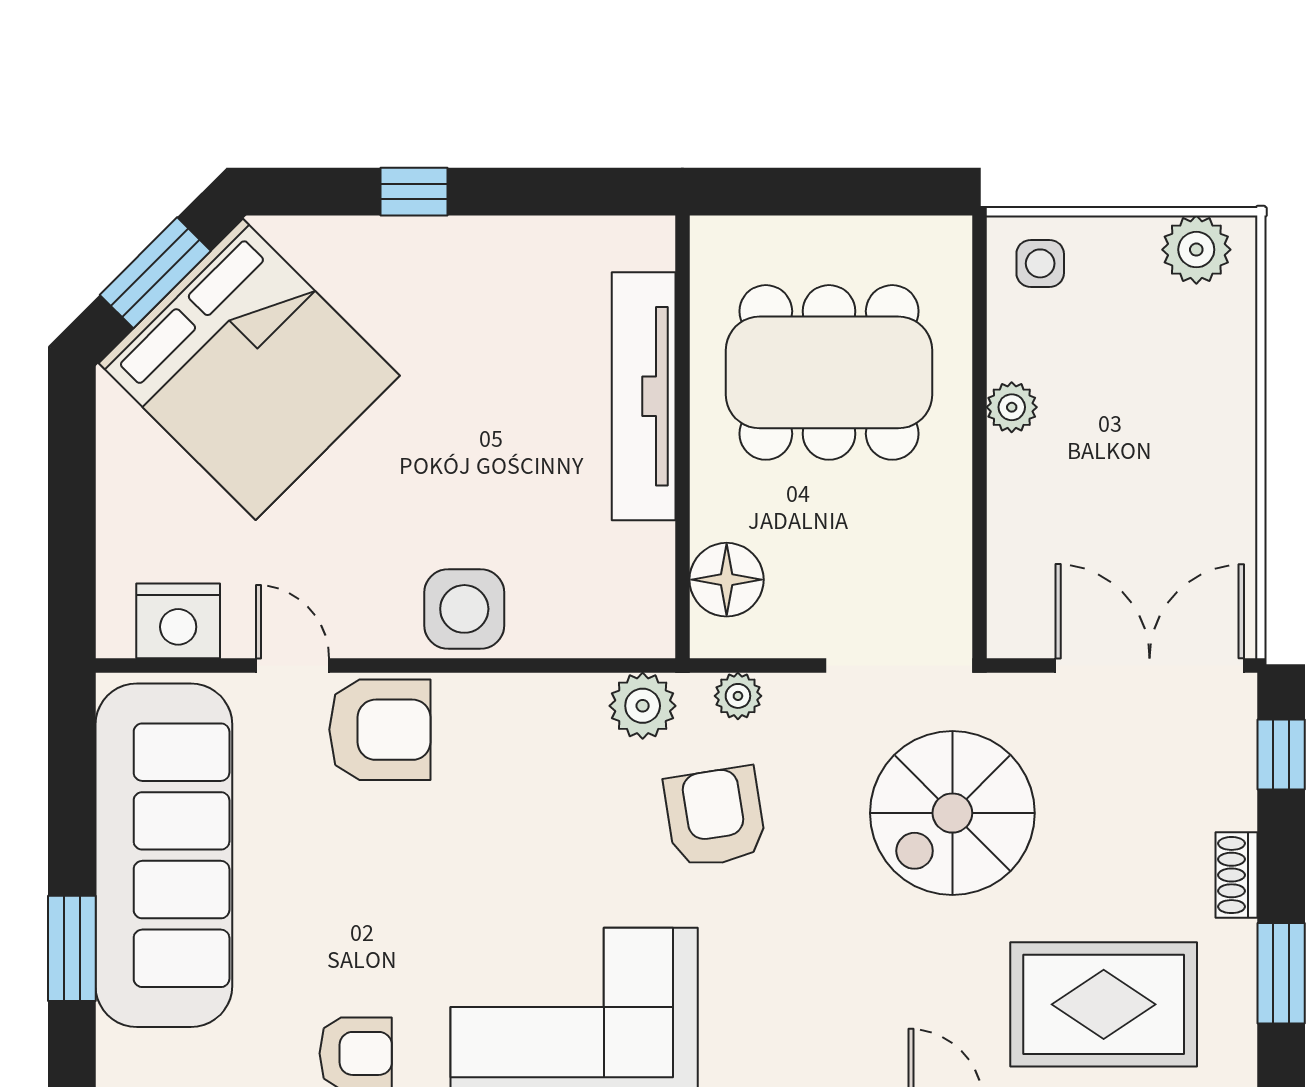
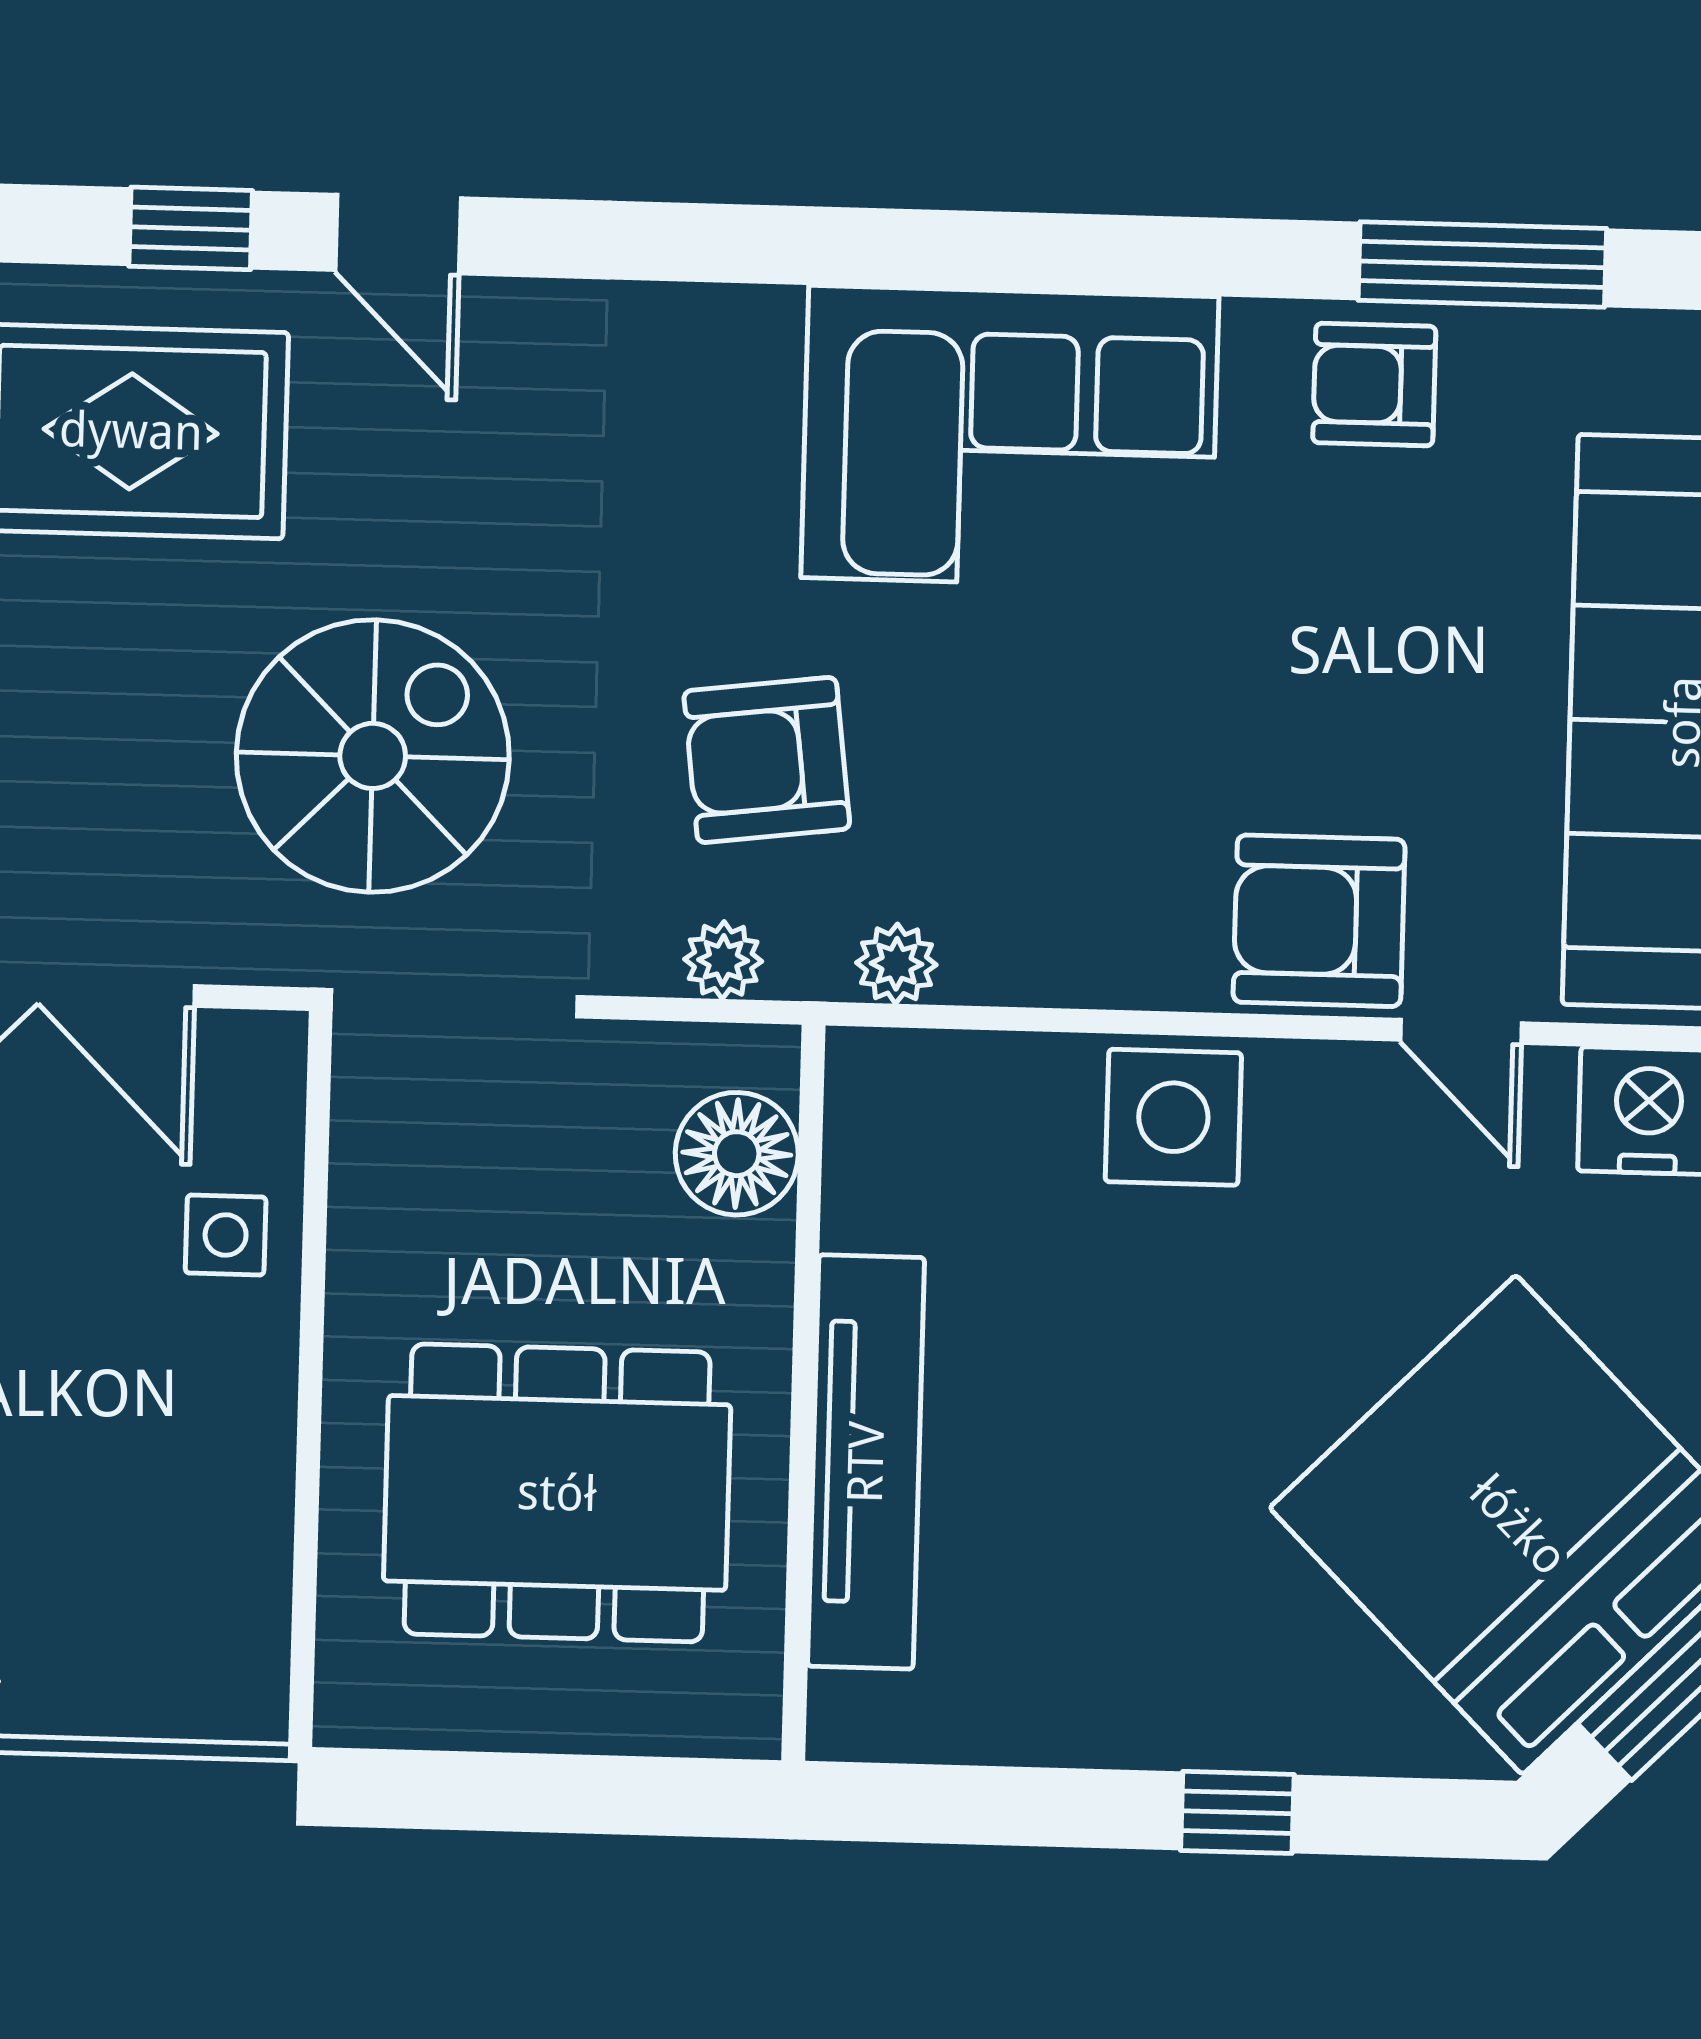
side table: (1040, 263) -> (226, 1235), moved
plant: (1012, 407) -> (255, 1427), removed
plant: (643, 706) -> (896, 964), width x0.73, depth x0.73
armchair: (715, 817) -> (767, 760), turned 92

